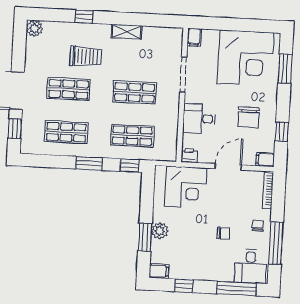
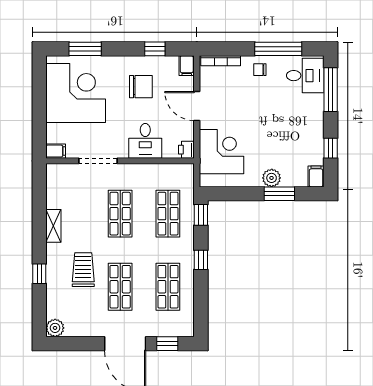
window: (89, 163) -> (201, 260), width x0.67
chair: (224, 233) -> (270, 107), removed

